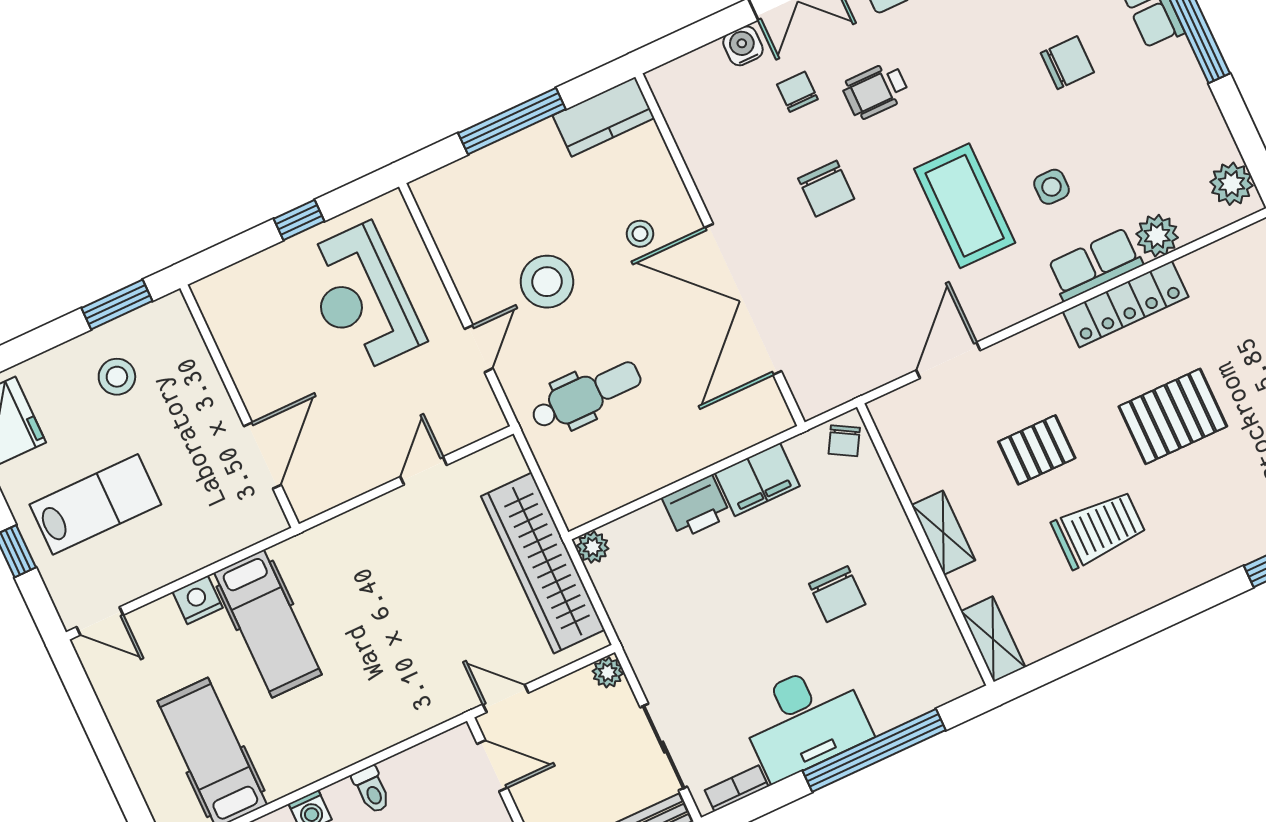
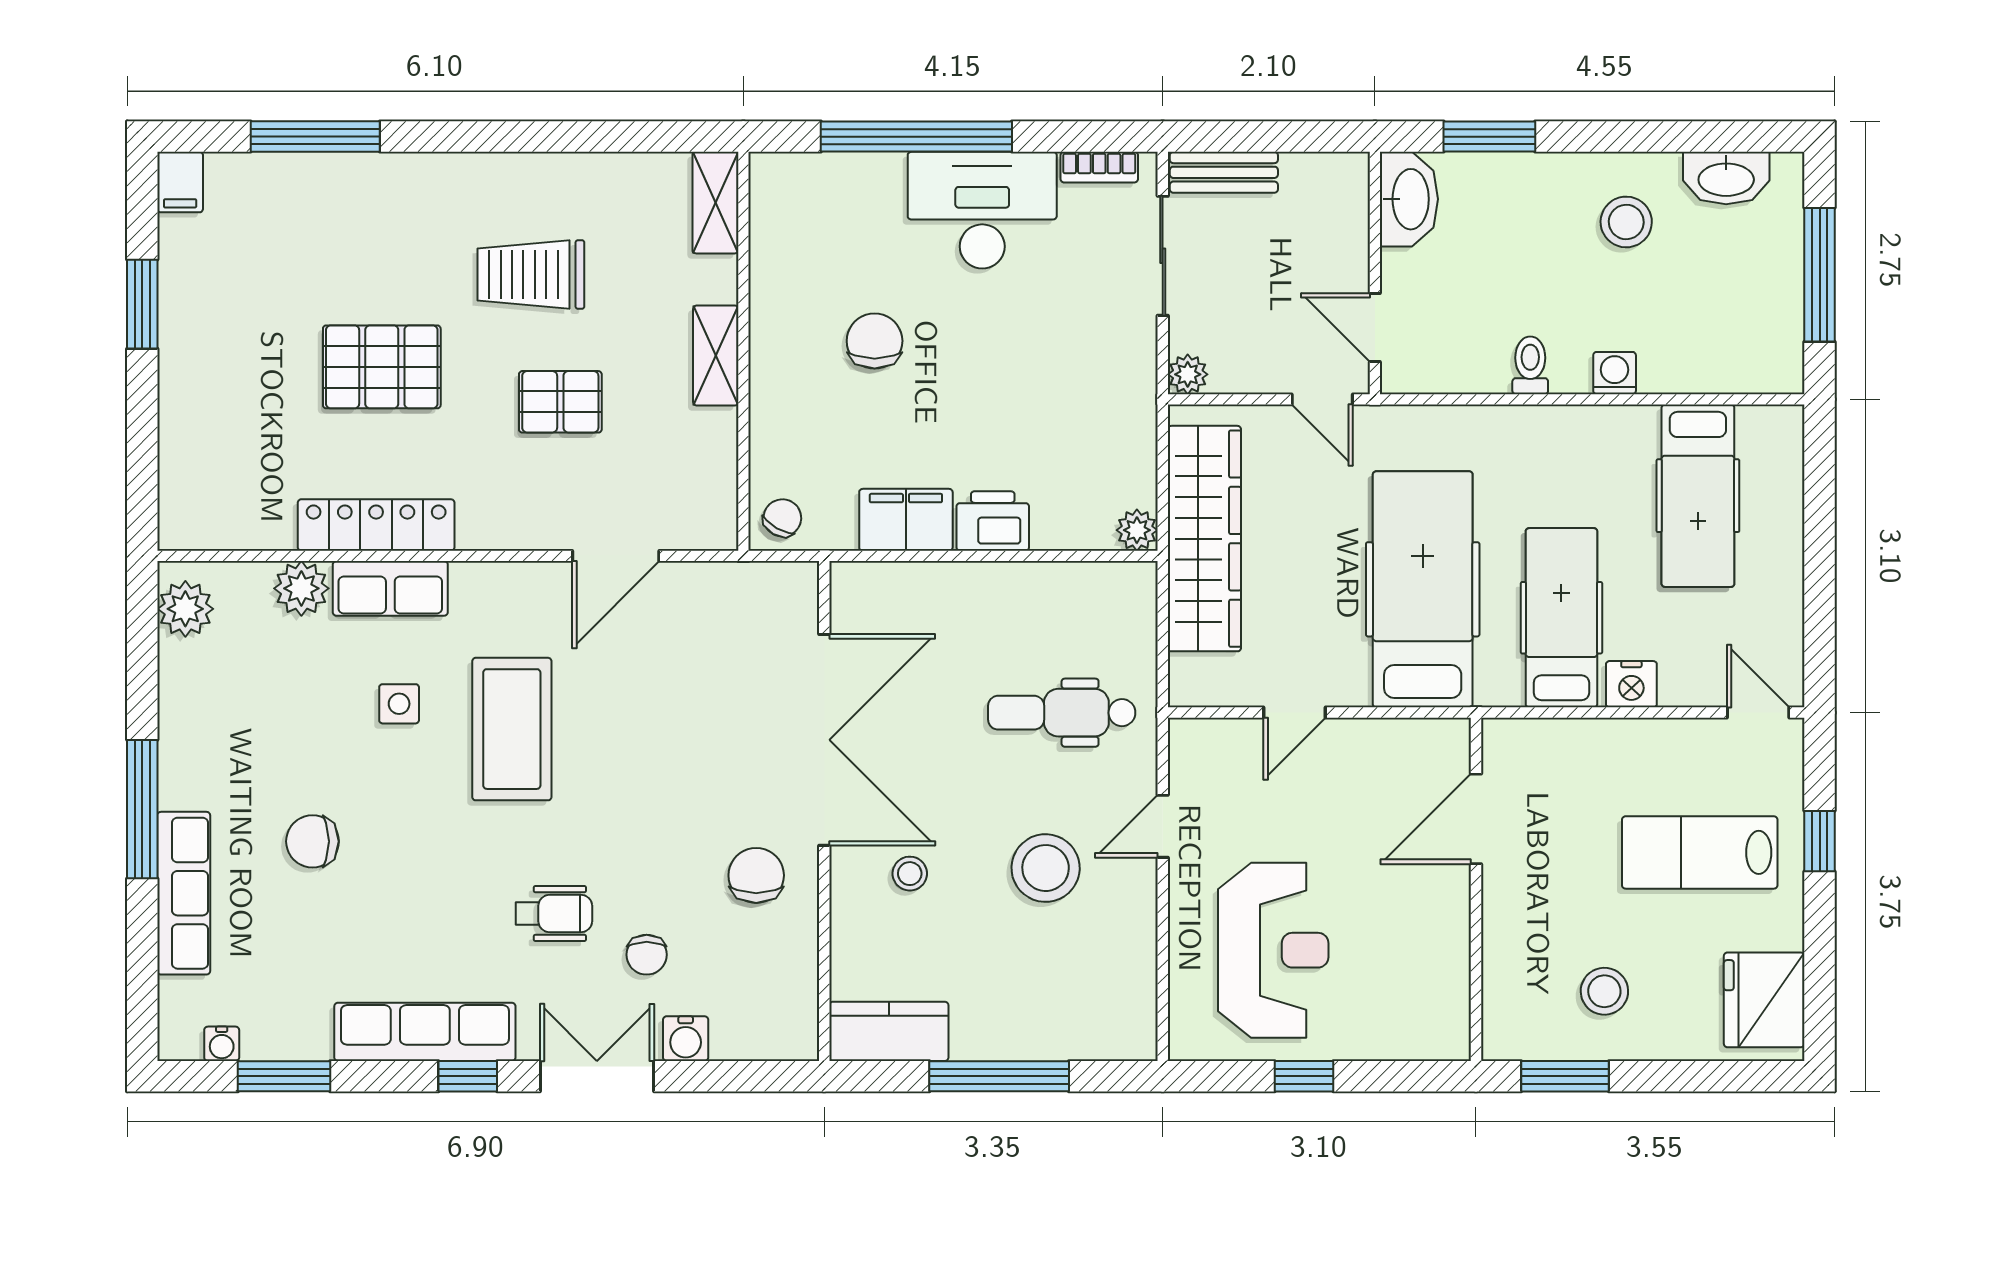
chair: (826, 189) -> (756, 875), moved
hospital bed: (374, 598) -> (1423, 589), added

